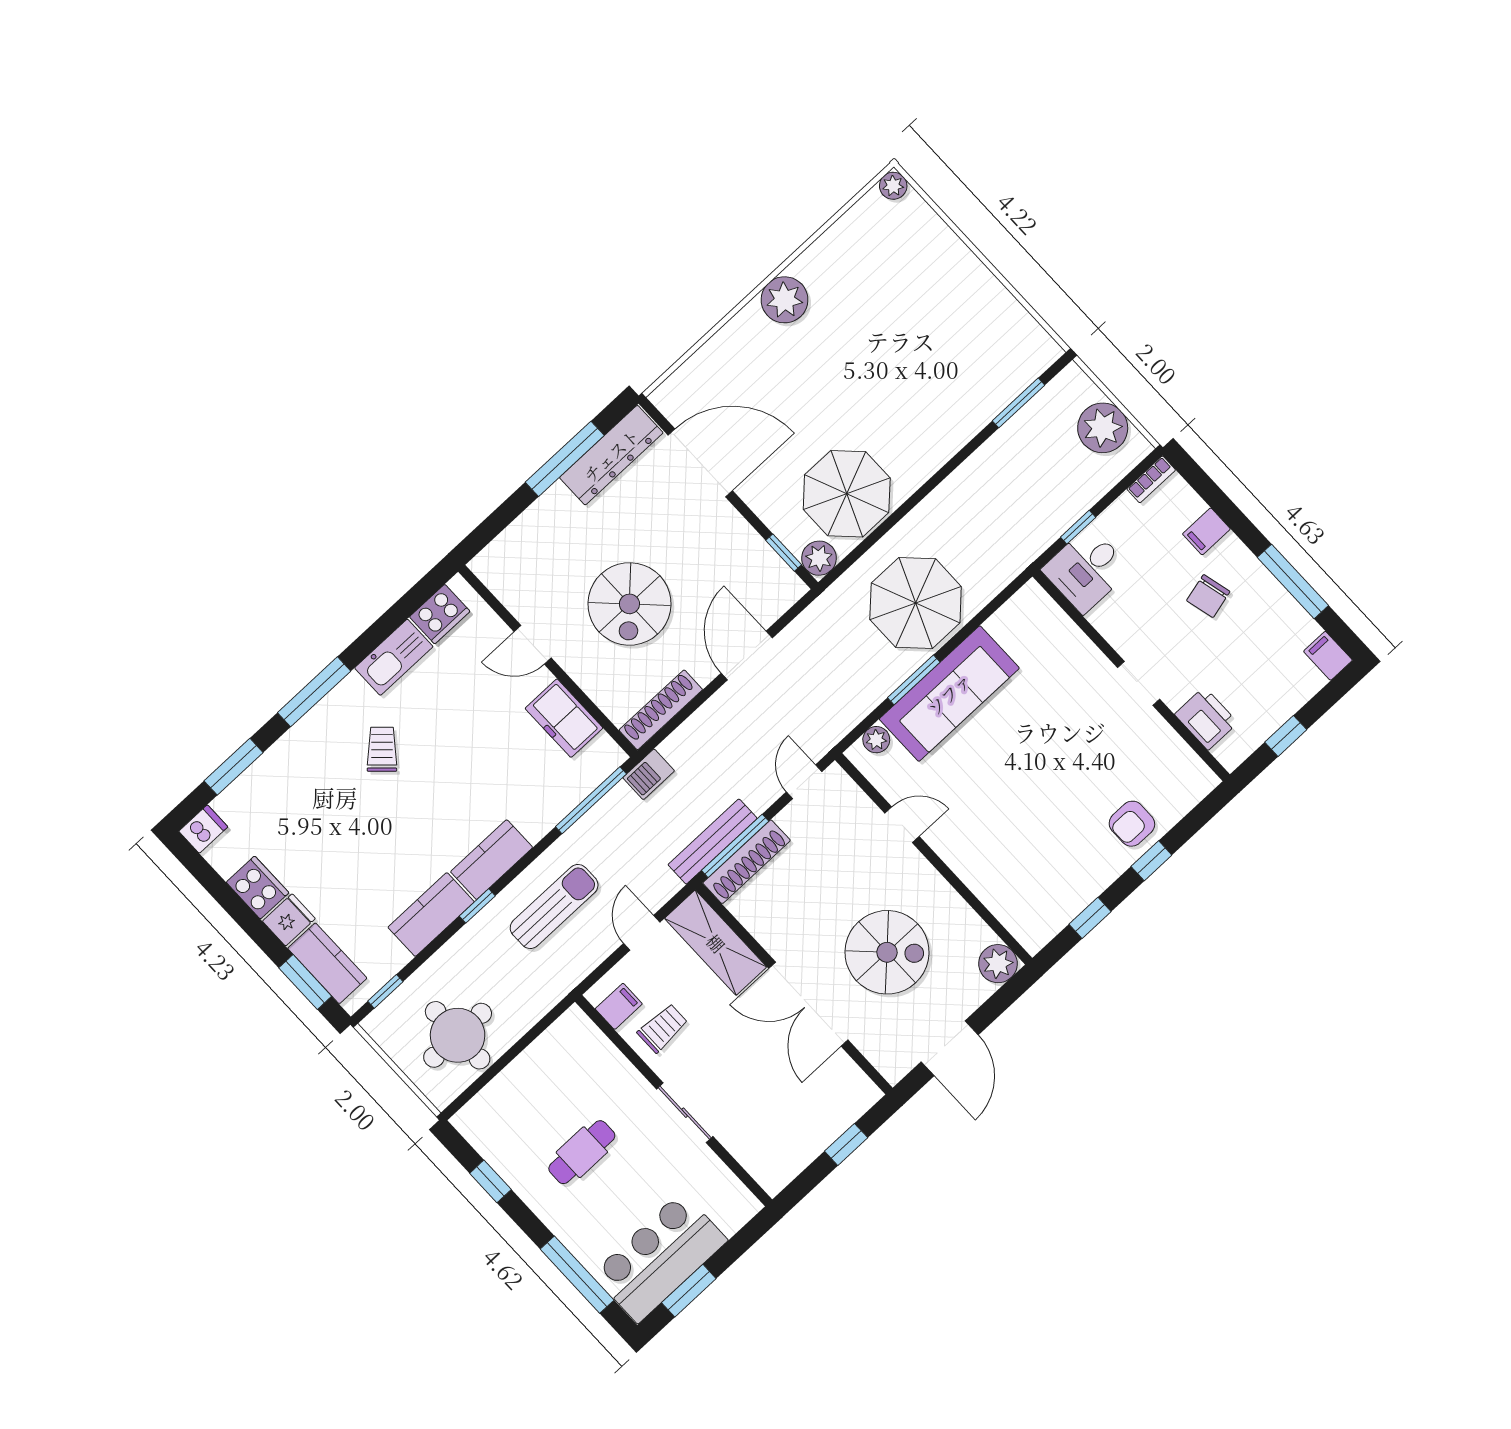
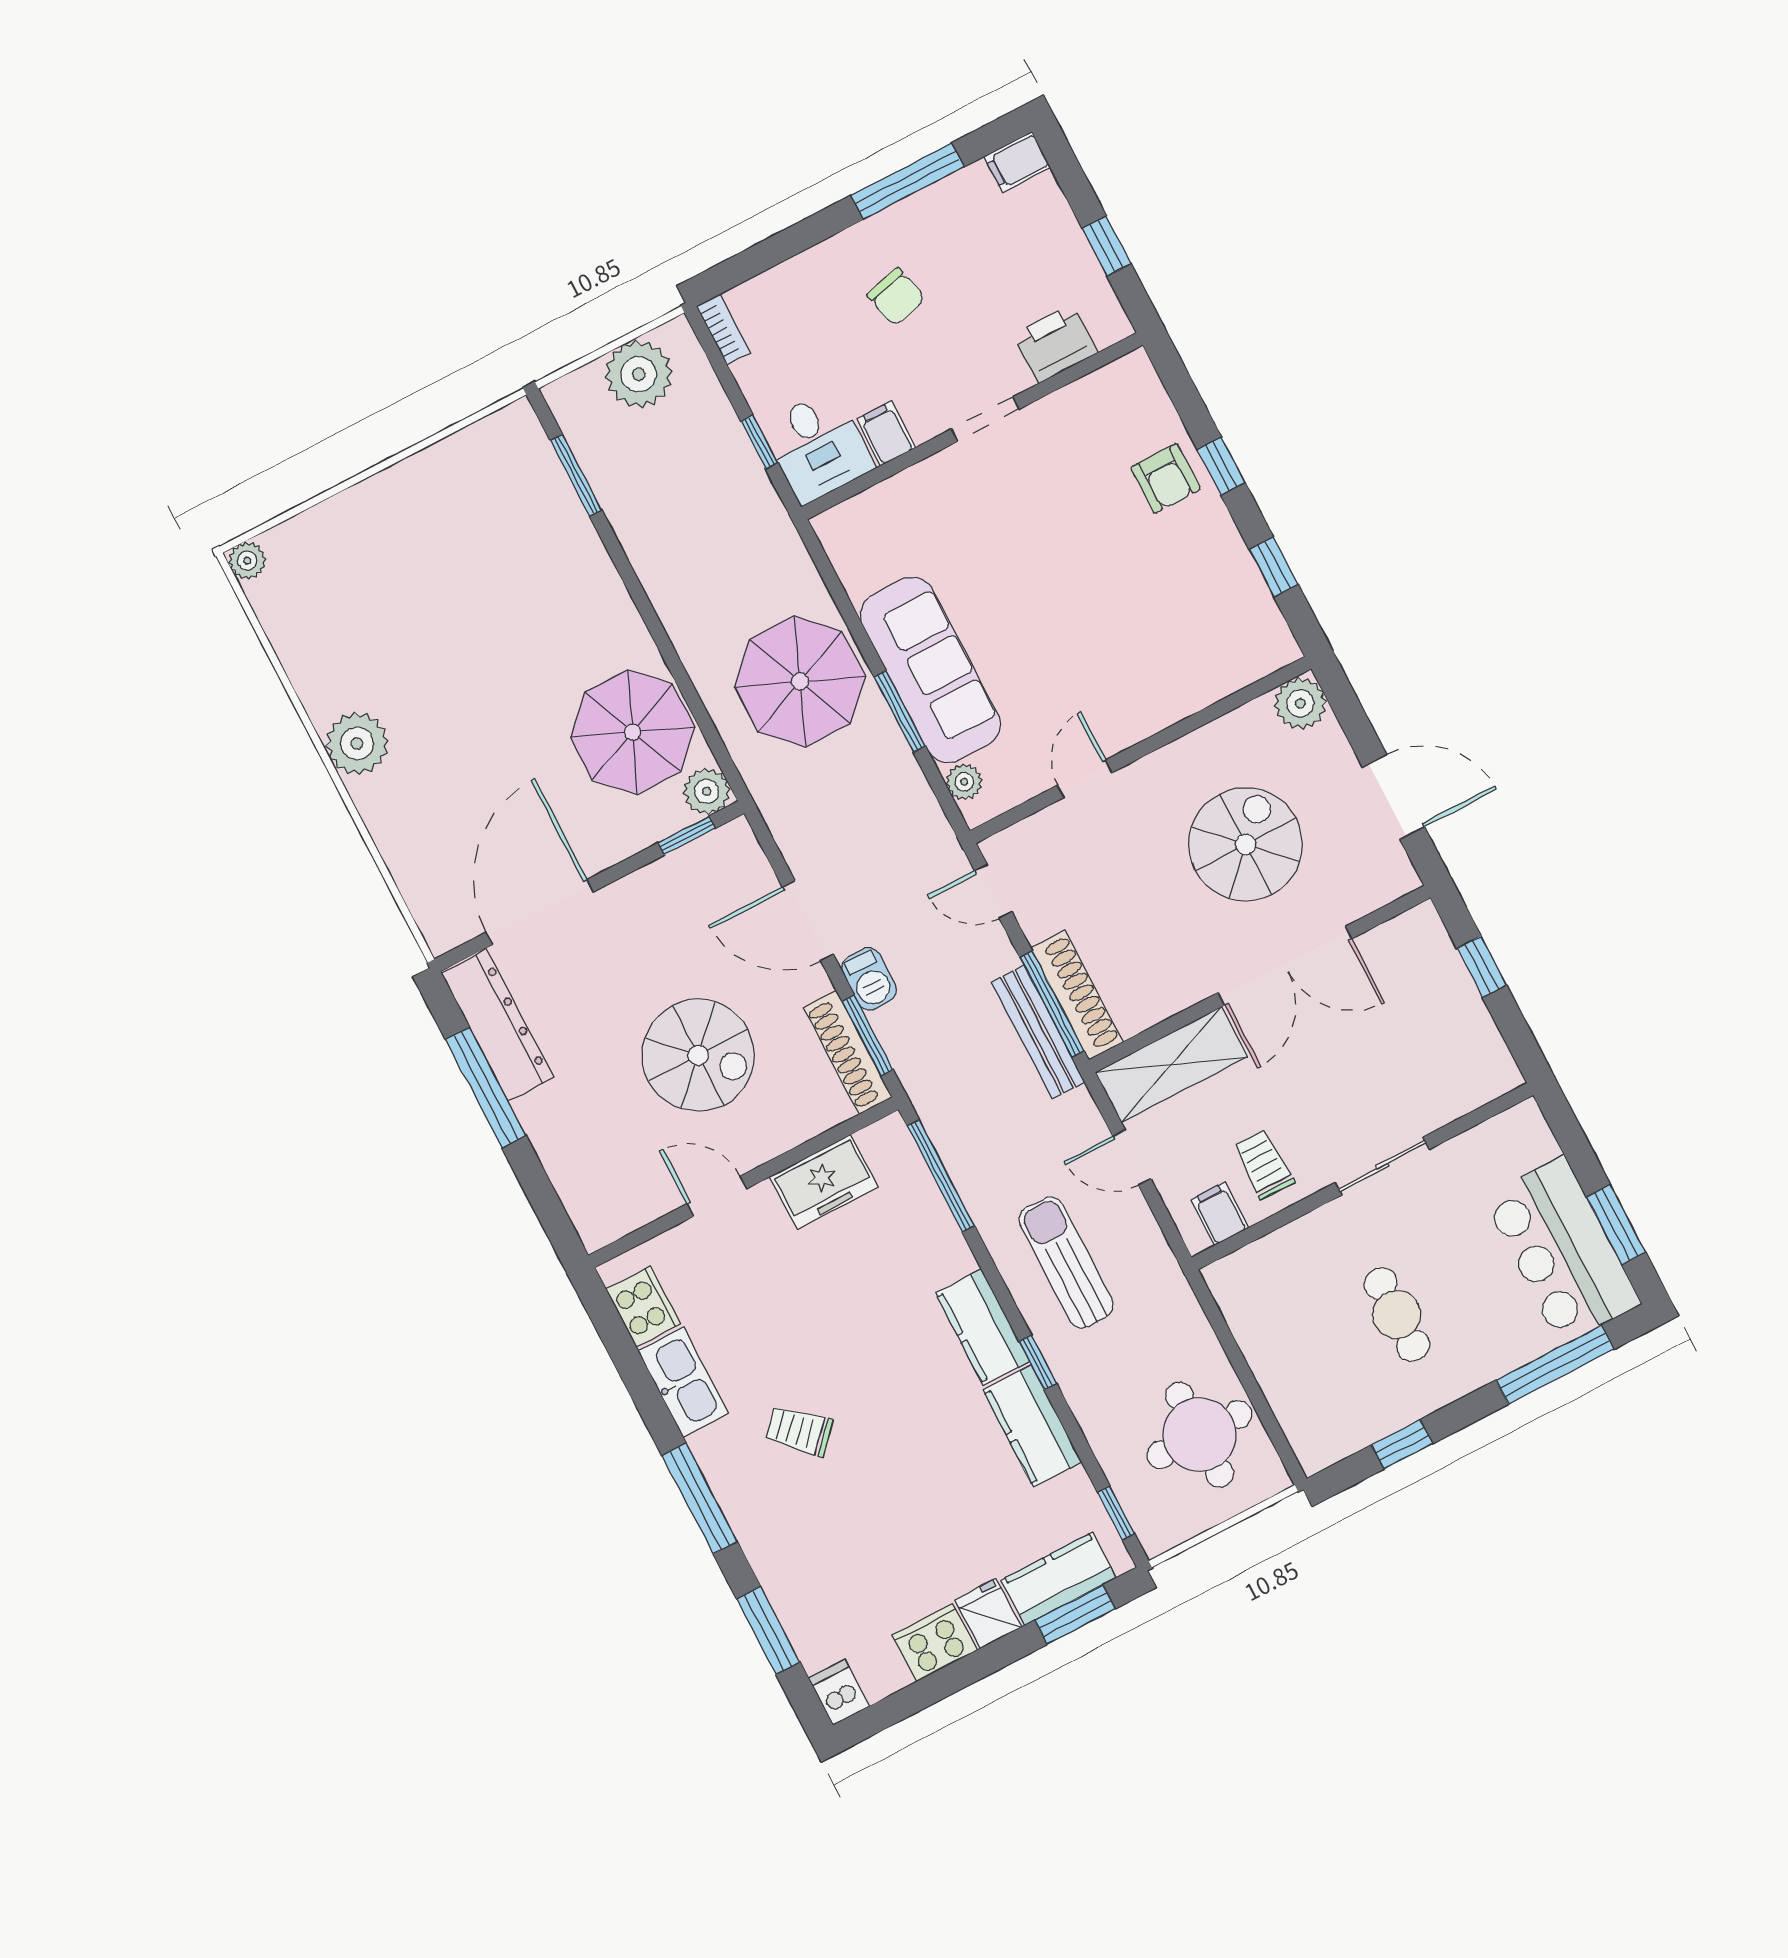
filing cabinet: (1206, 531) -> (886, 434), moved, turned 180
door: (533, 645) -> (717, 1196), swing flipped
window: (677, 721) -> (868, 1036), added
barbecue: (649, 774) -> (869, 979), moved

